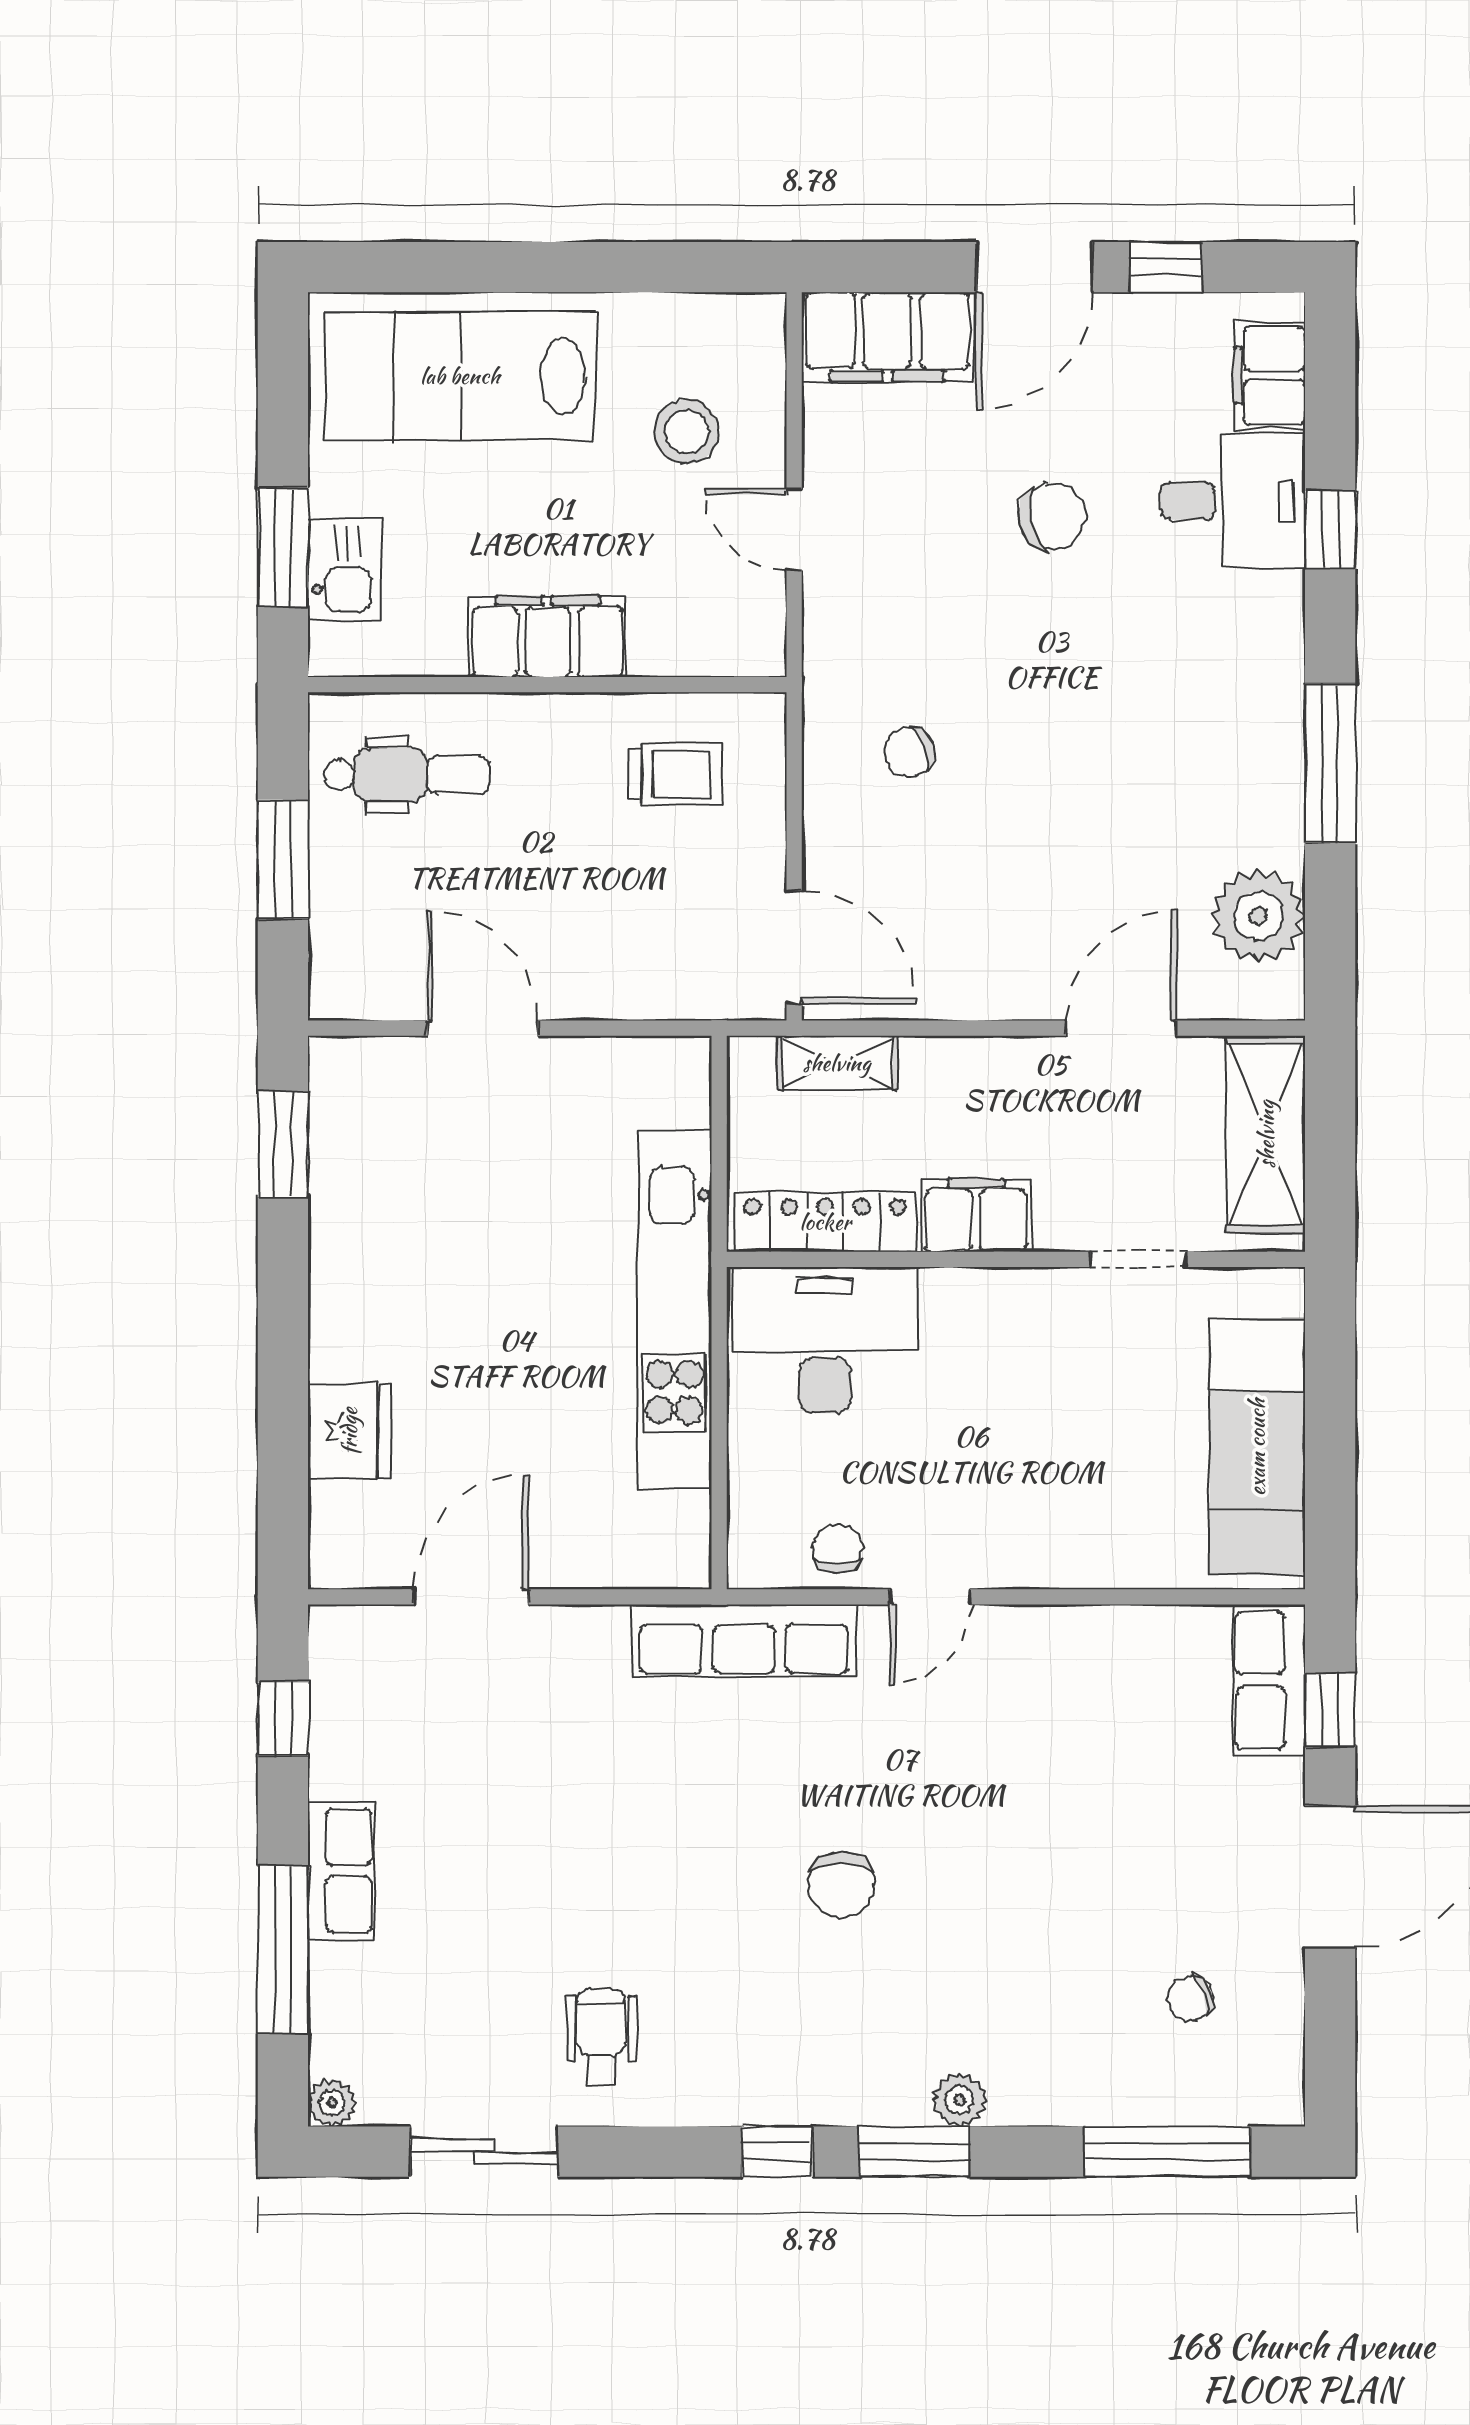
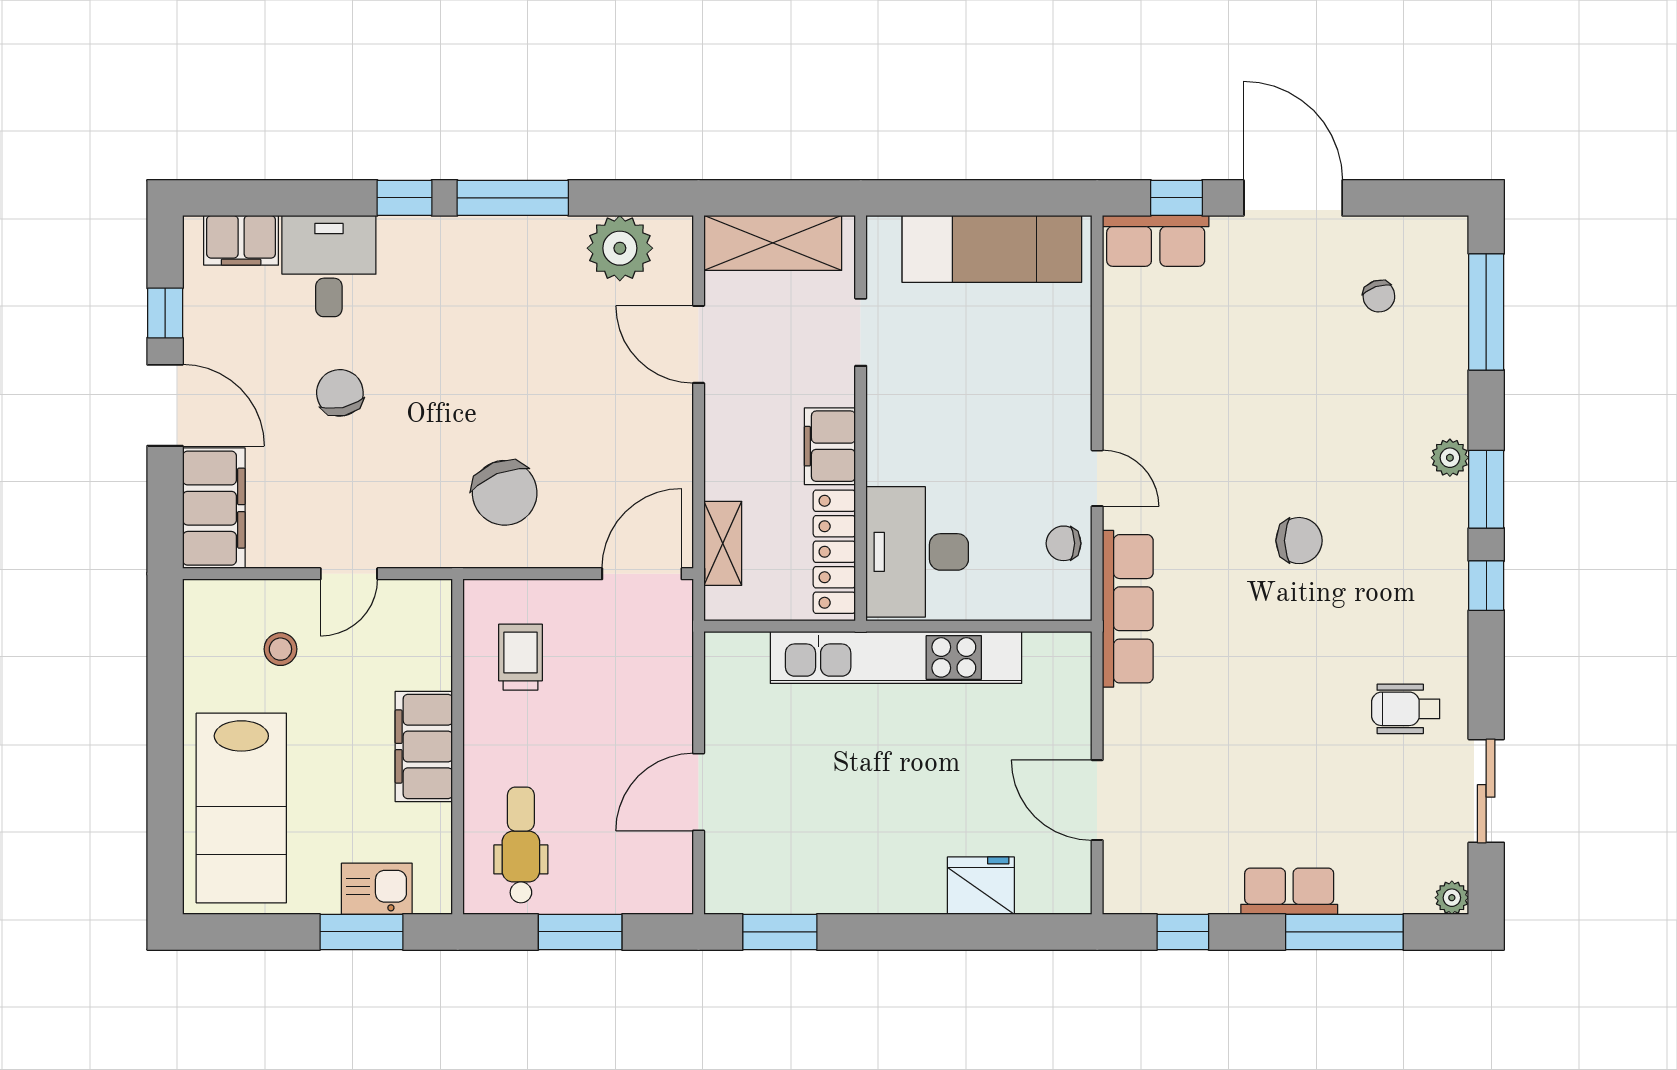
stool: (687, 432) -> (280, 649), width x0.73, depth x0.73
window: (1330, 530) -> (404, 198), moved
chair: (909, 752) -> (505, 493), width x1.87, depth x1.87

